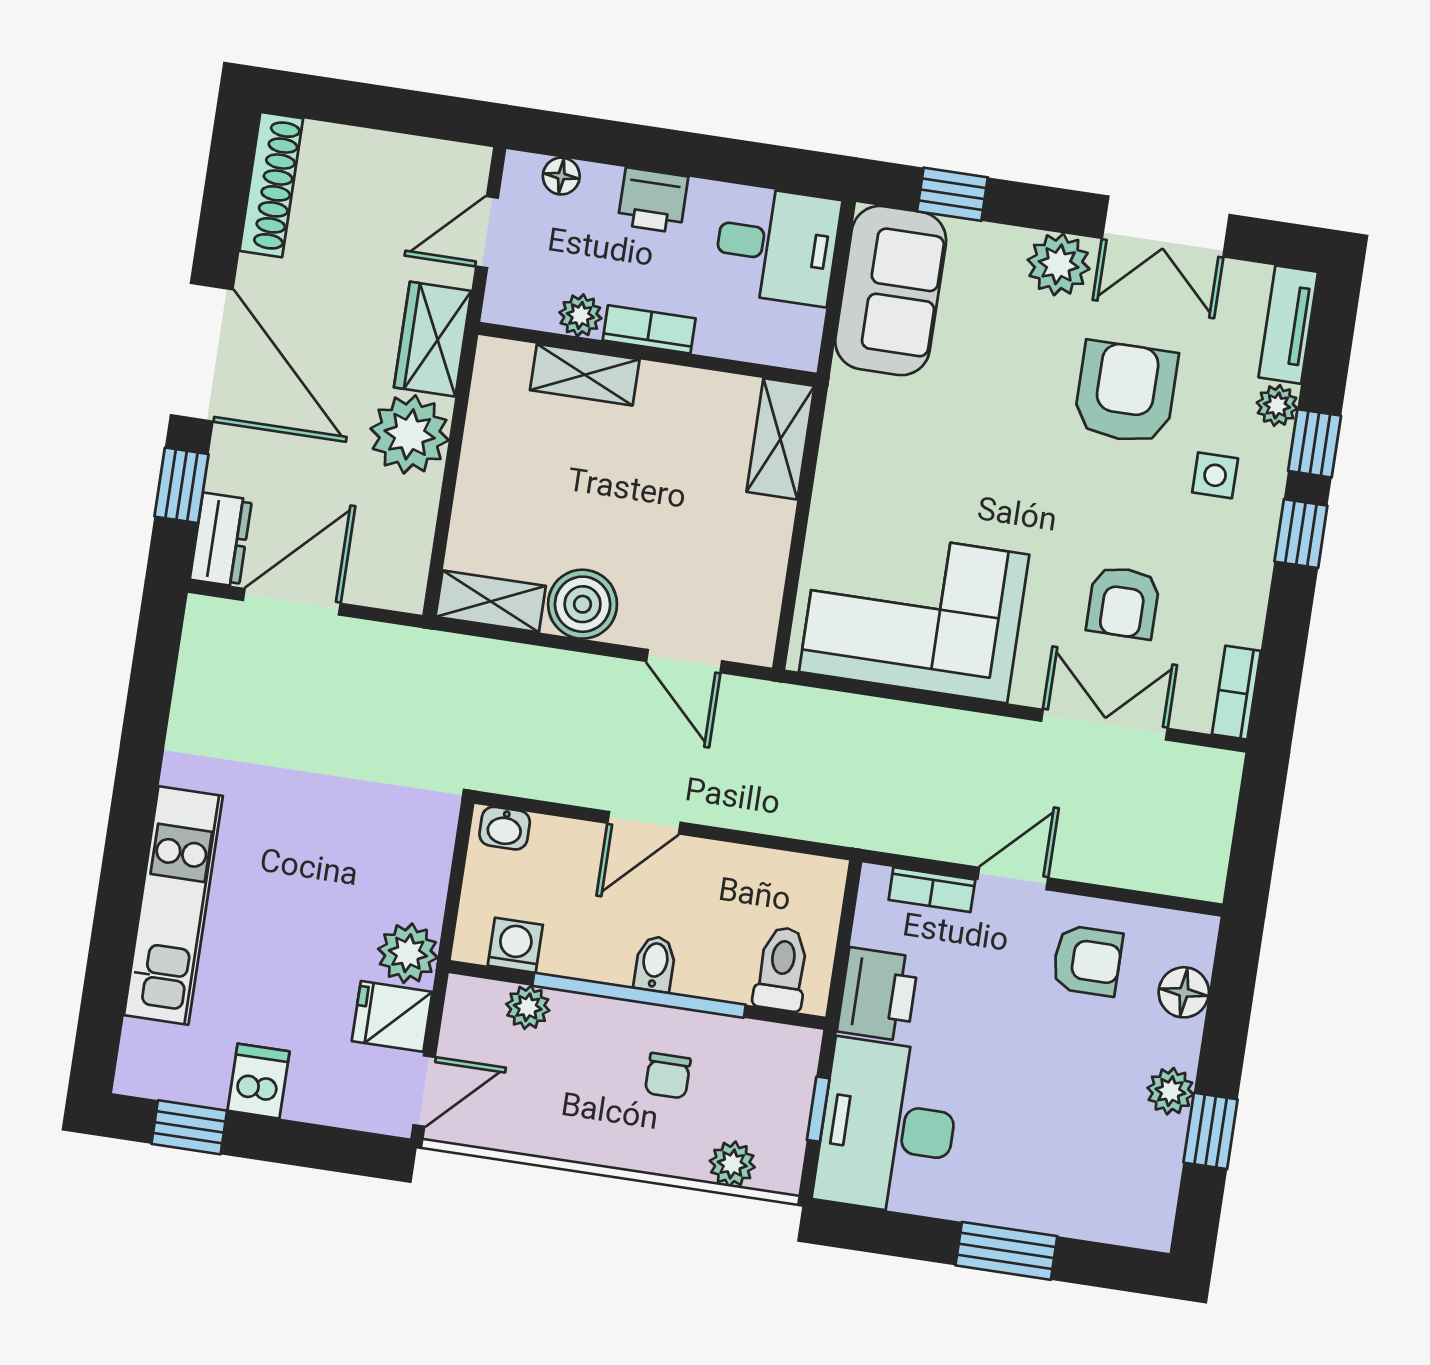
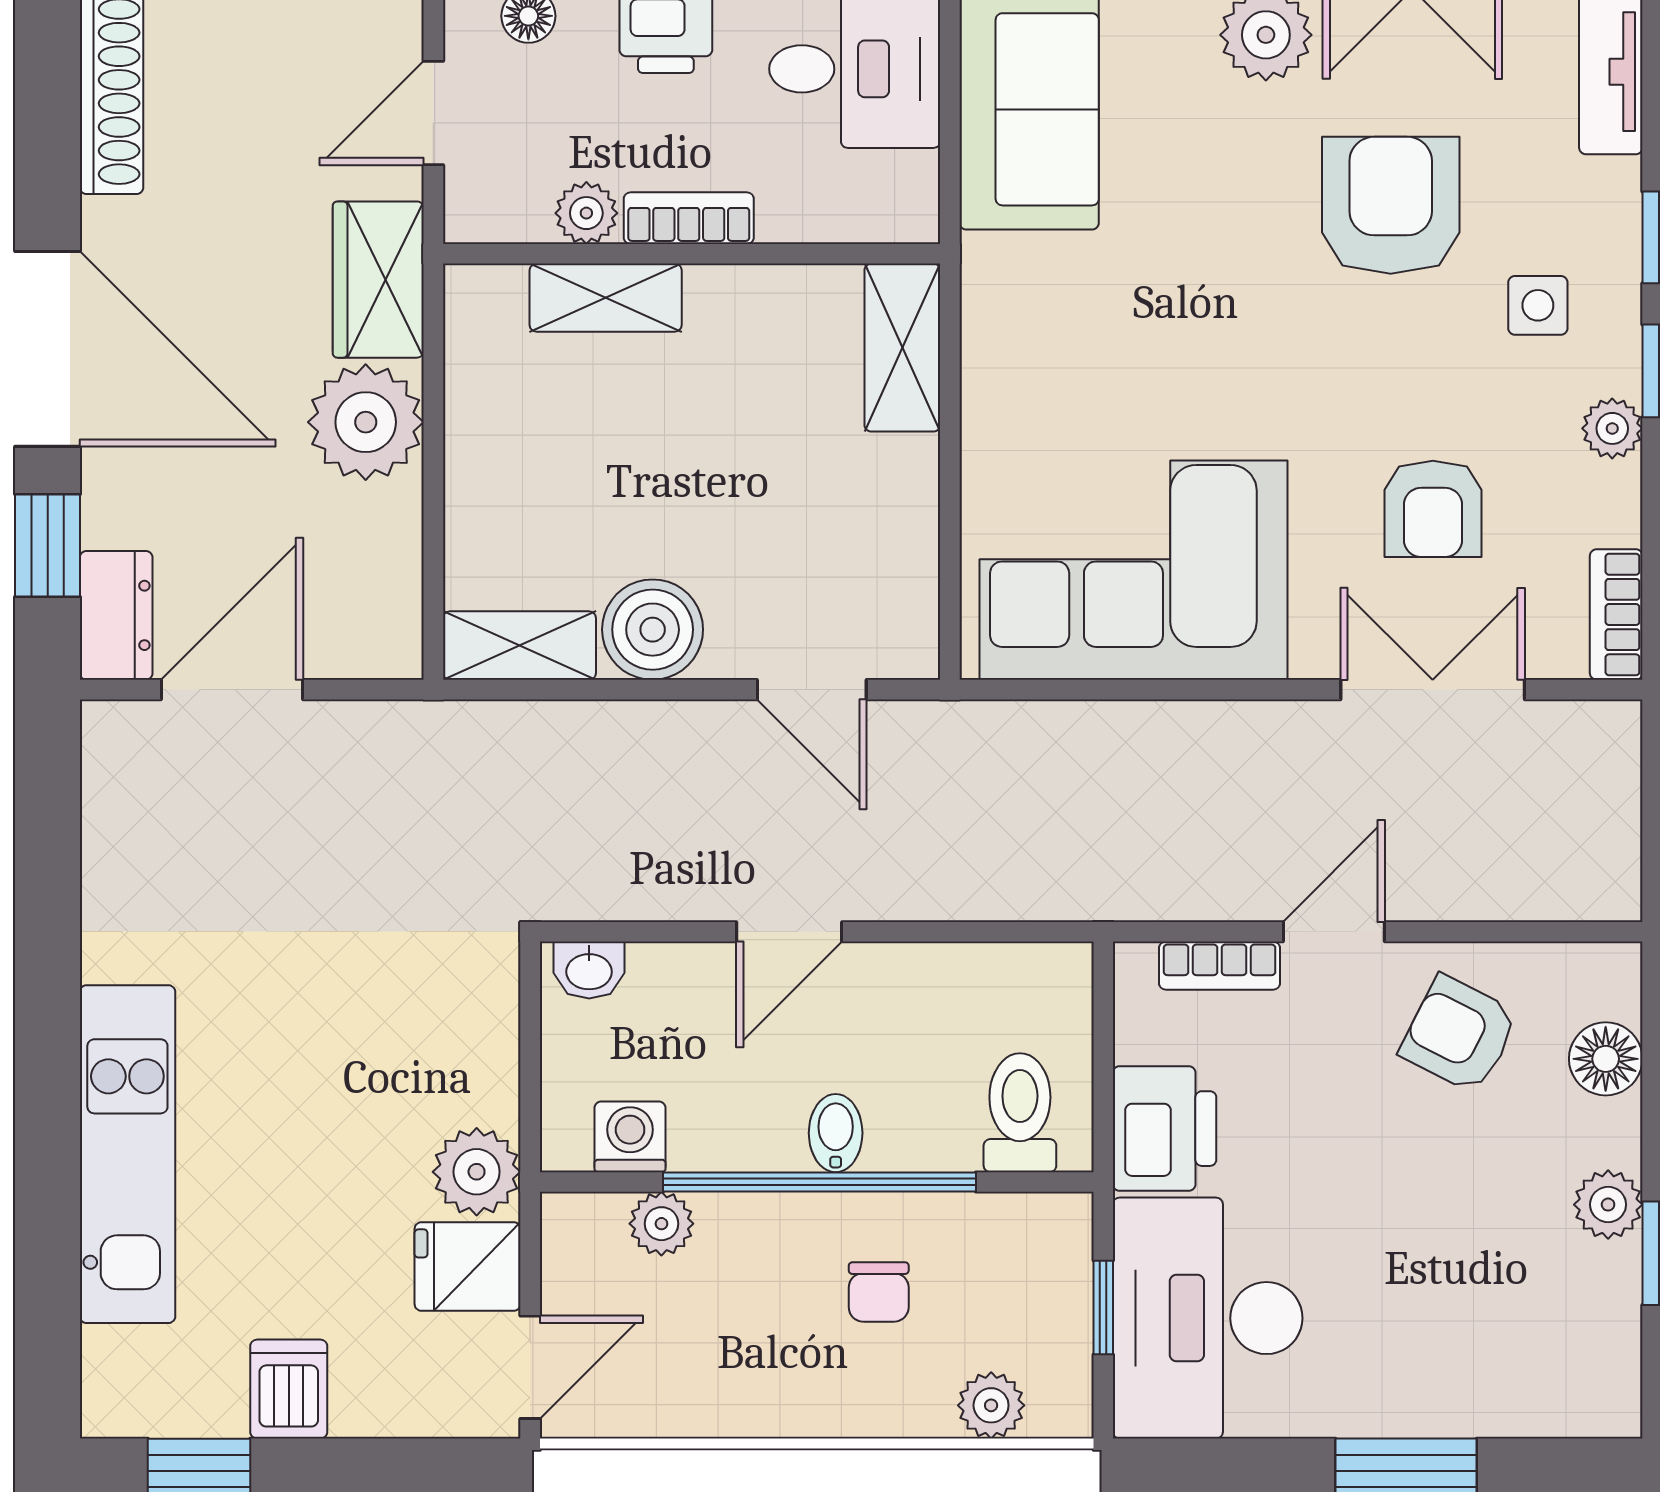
plant: (1277, 406) -> (1612, 428), moved
armchair: (1087, 961) -> (1459, 1034), turned -153

